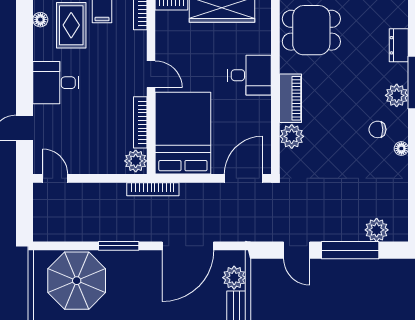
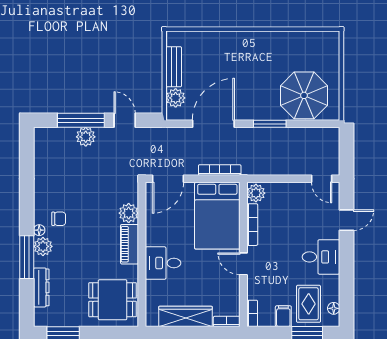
dresser: (399, 45) -> (41, 287), width x1.44
floor lamp: (401, 149) -> (39, 230), moved
bookcase: (153, 189) -> (220, 170), moved
plant: (377, 230) -> (86, 137), moved

